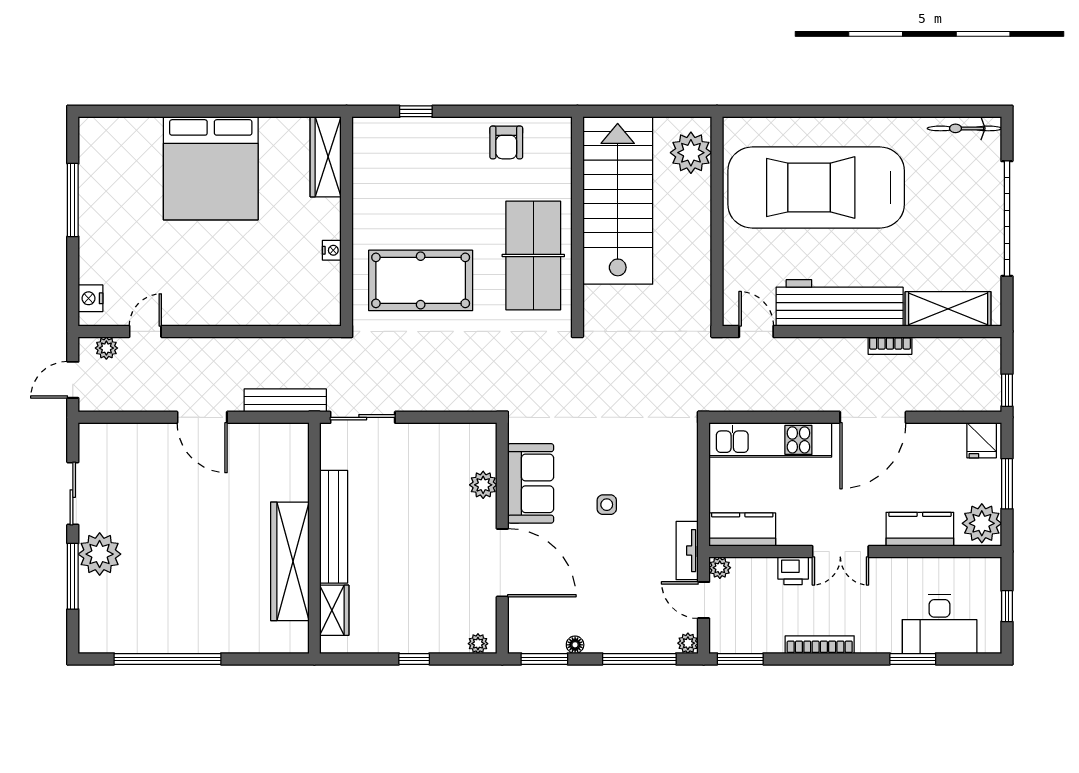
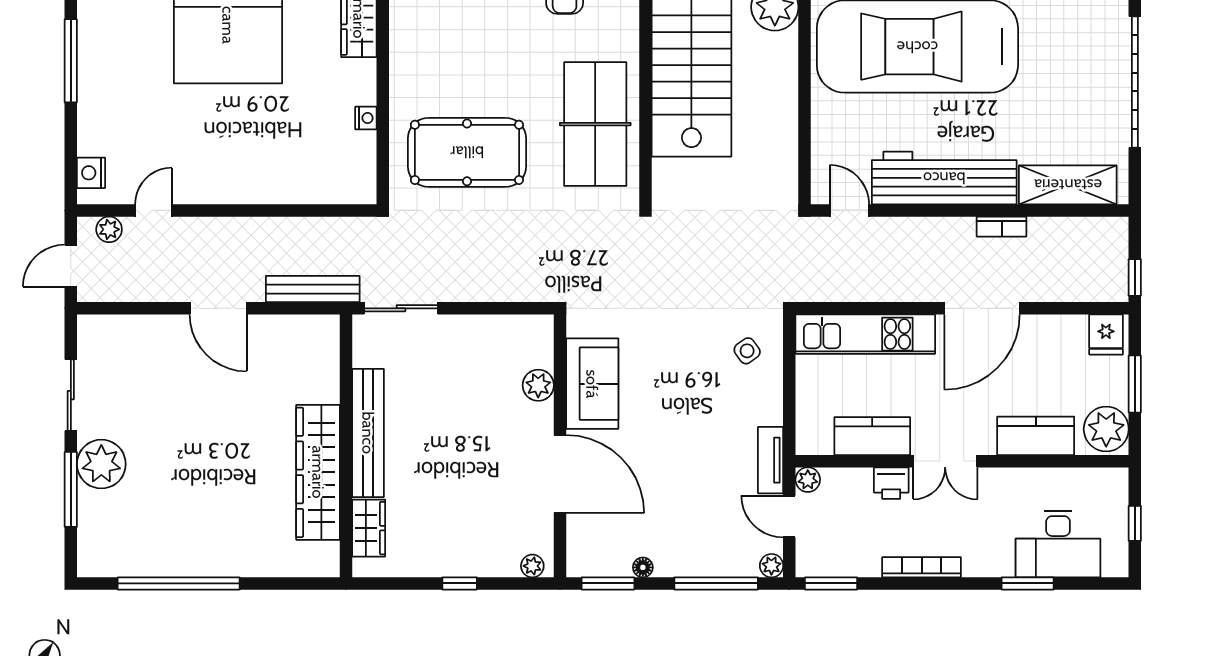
side table: (607, 505) -> (747, 351), moved, turned -36
kitchen counter: (742, 529) -> (872, 436), moved

